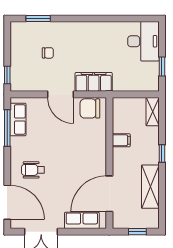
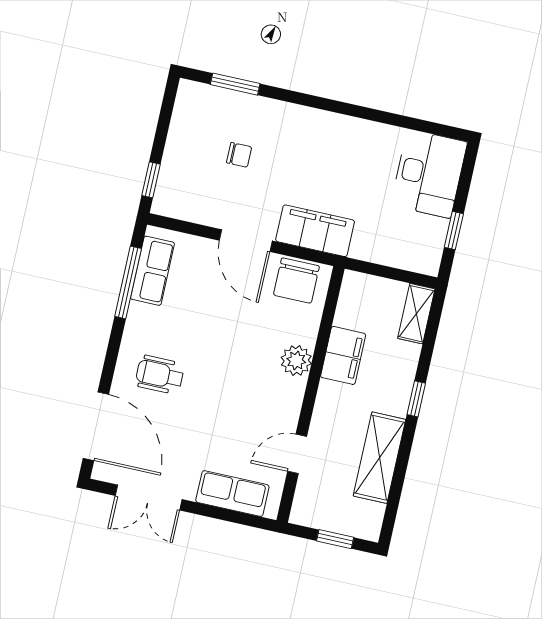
chair: (90, 108) -> (296, 281), turned -90
filing cabinet: (121, 140) -> (343, 355), width x2.00
plant: (99, 148) -> (296, 361), added
door: (109, 194) -> (297, 454), width x0.53

